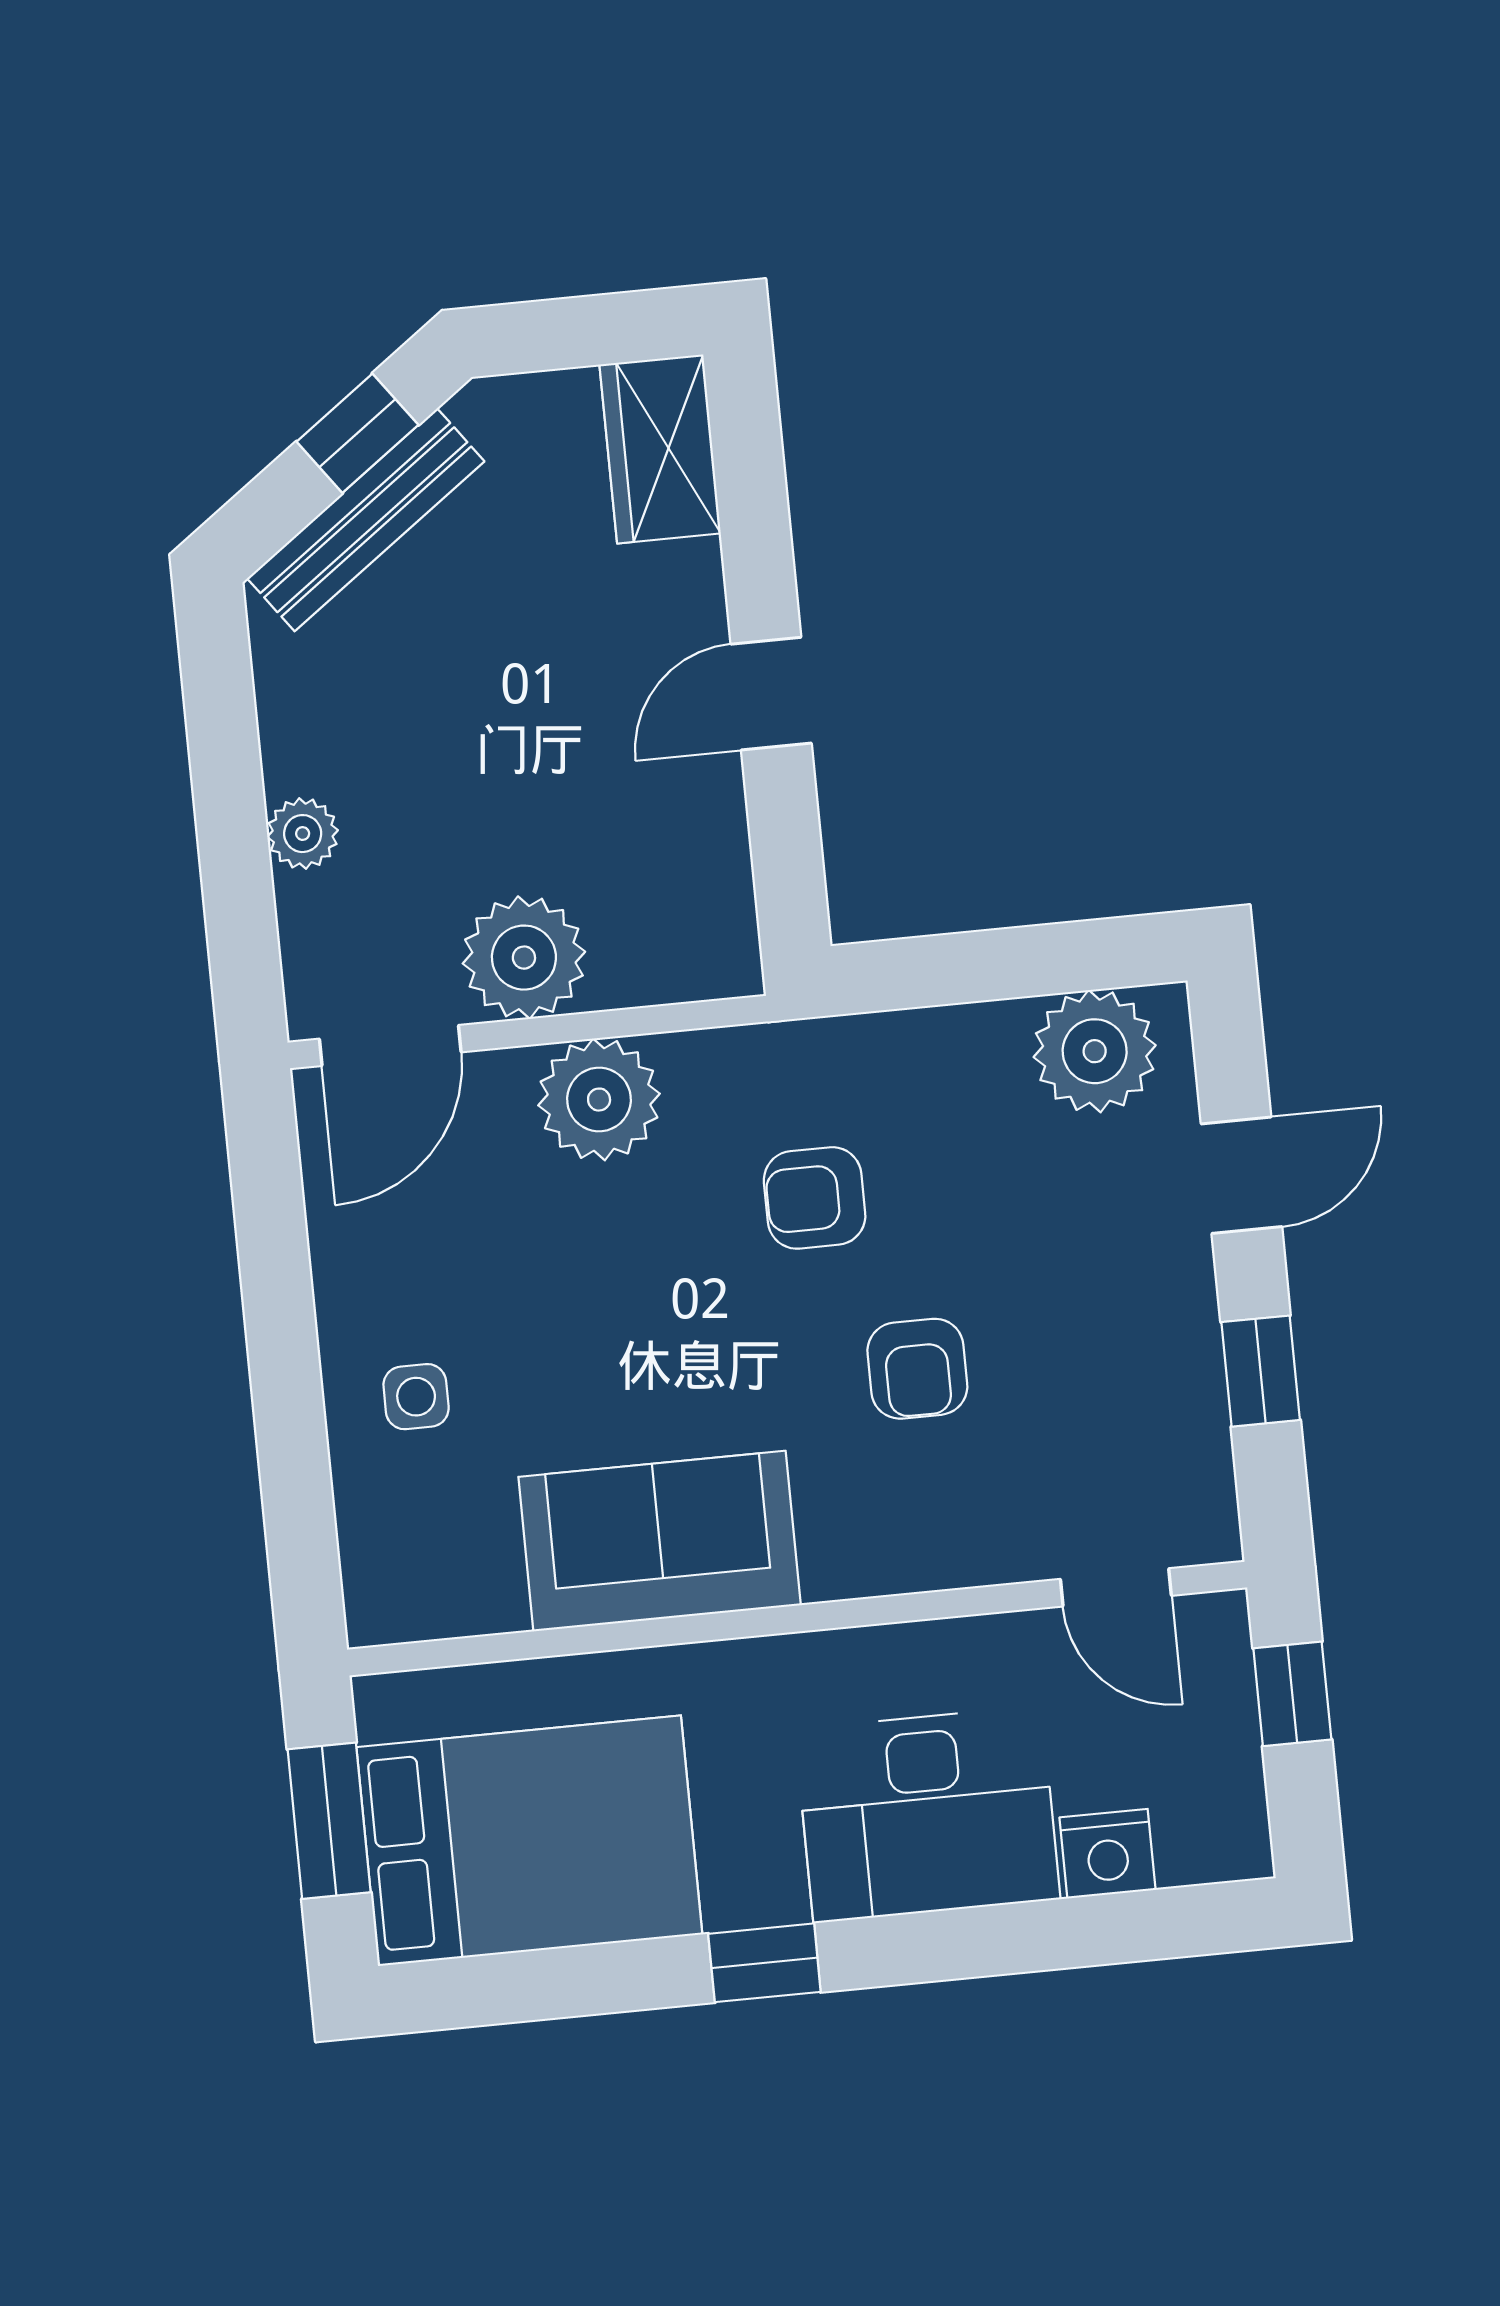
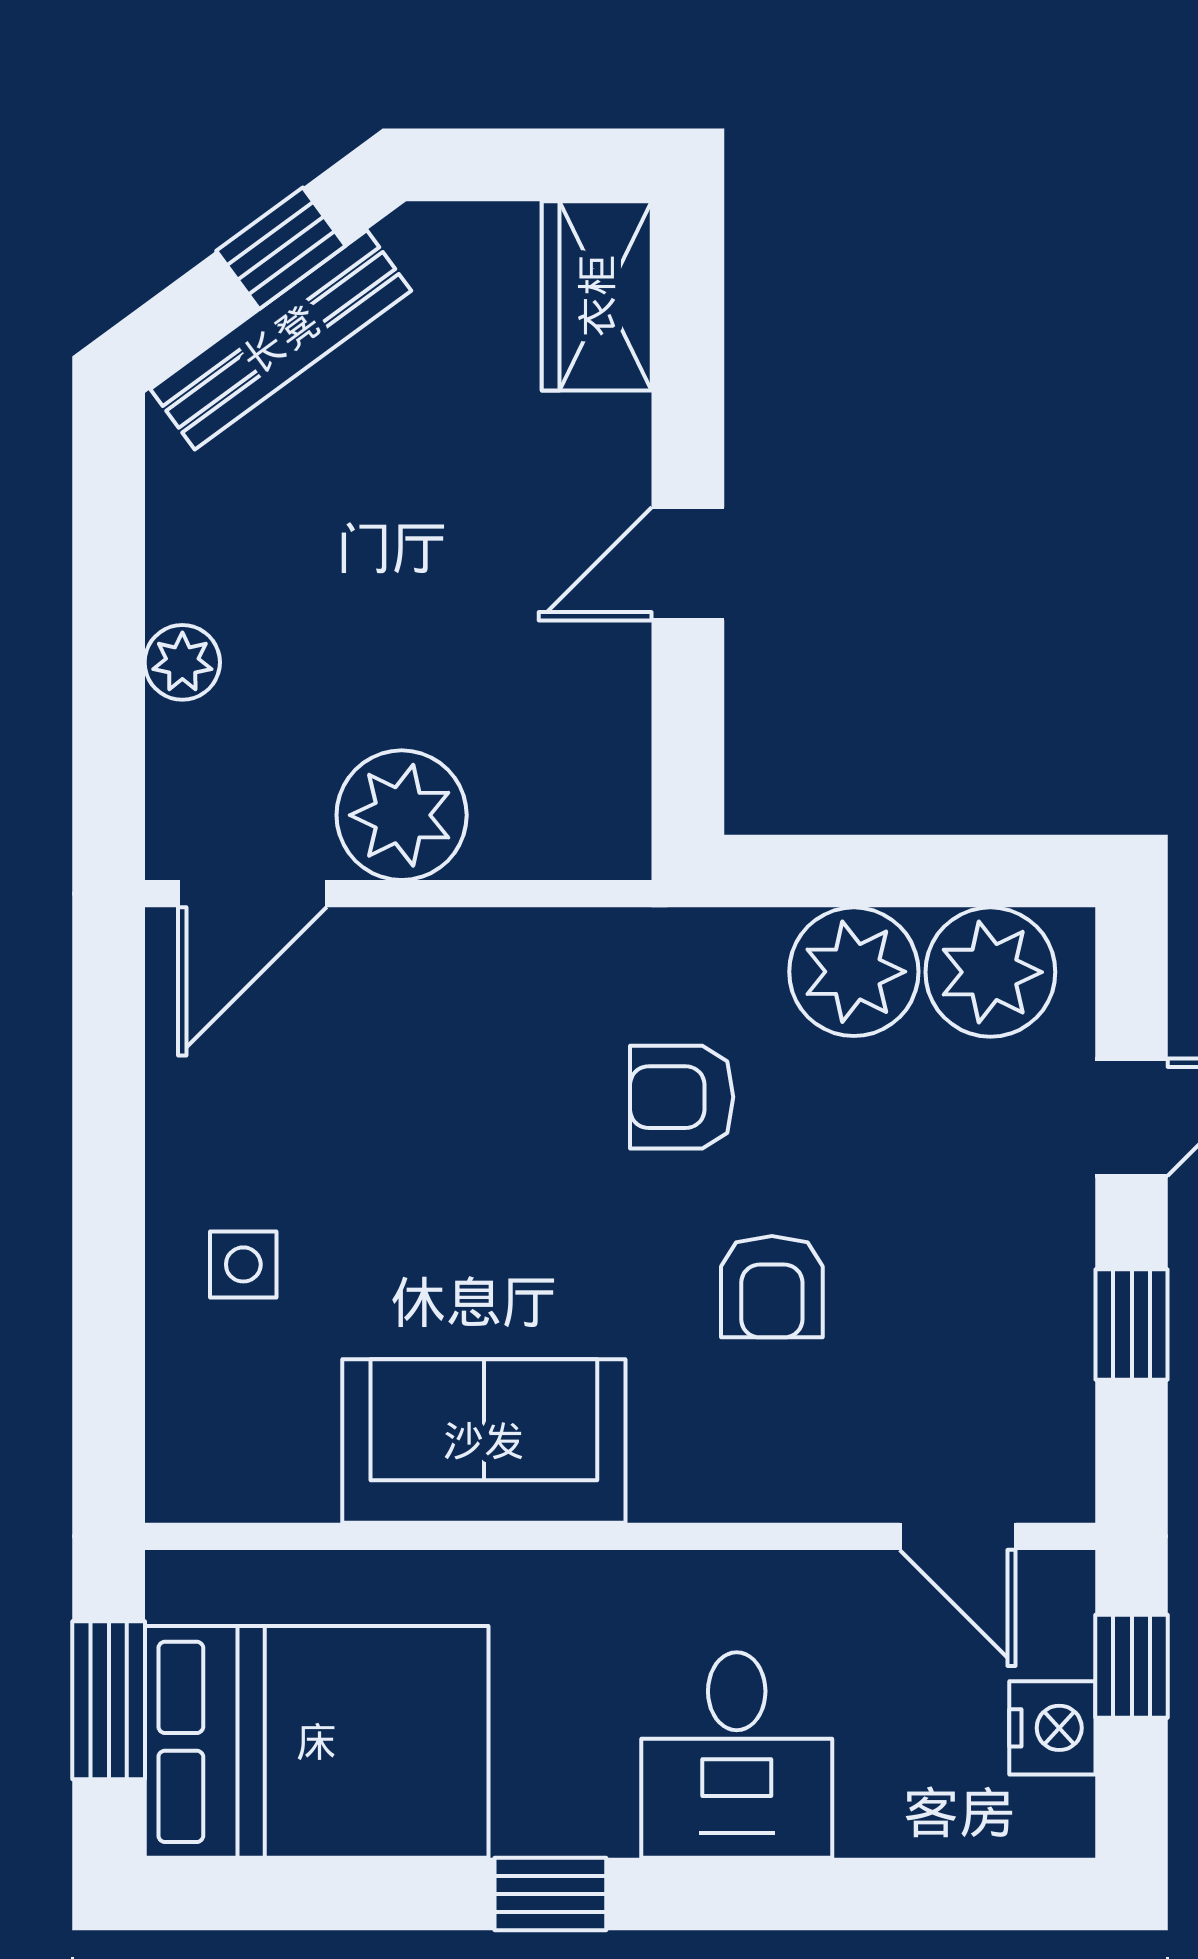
plant: (599, 1100) -> (854, 972), moved
desk: (928, 1814) -> (737, 1755), width x0.73
nightstand: (1108, 1854) -> (1052, 1728), moved, turned -90

